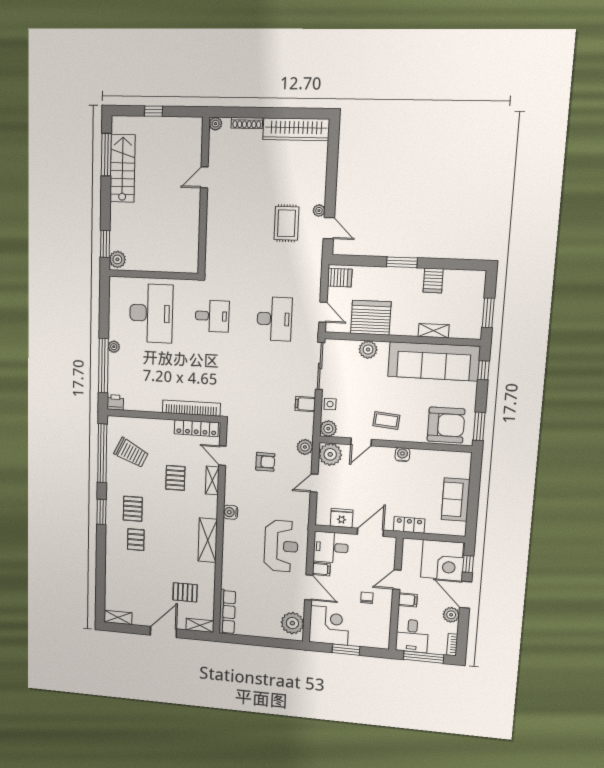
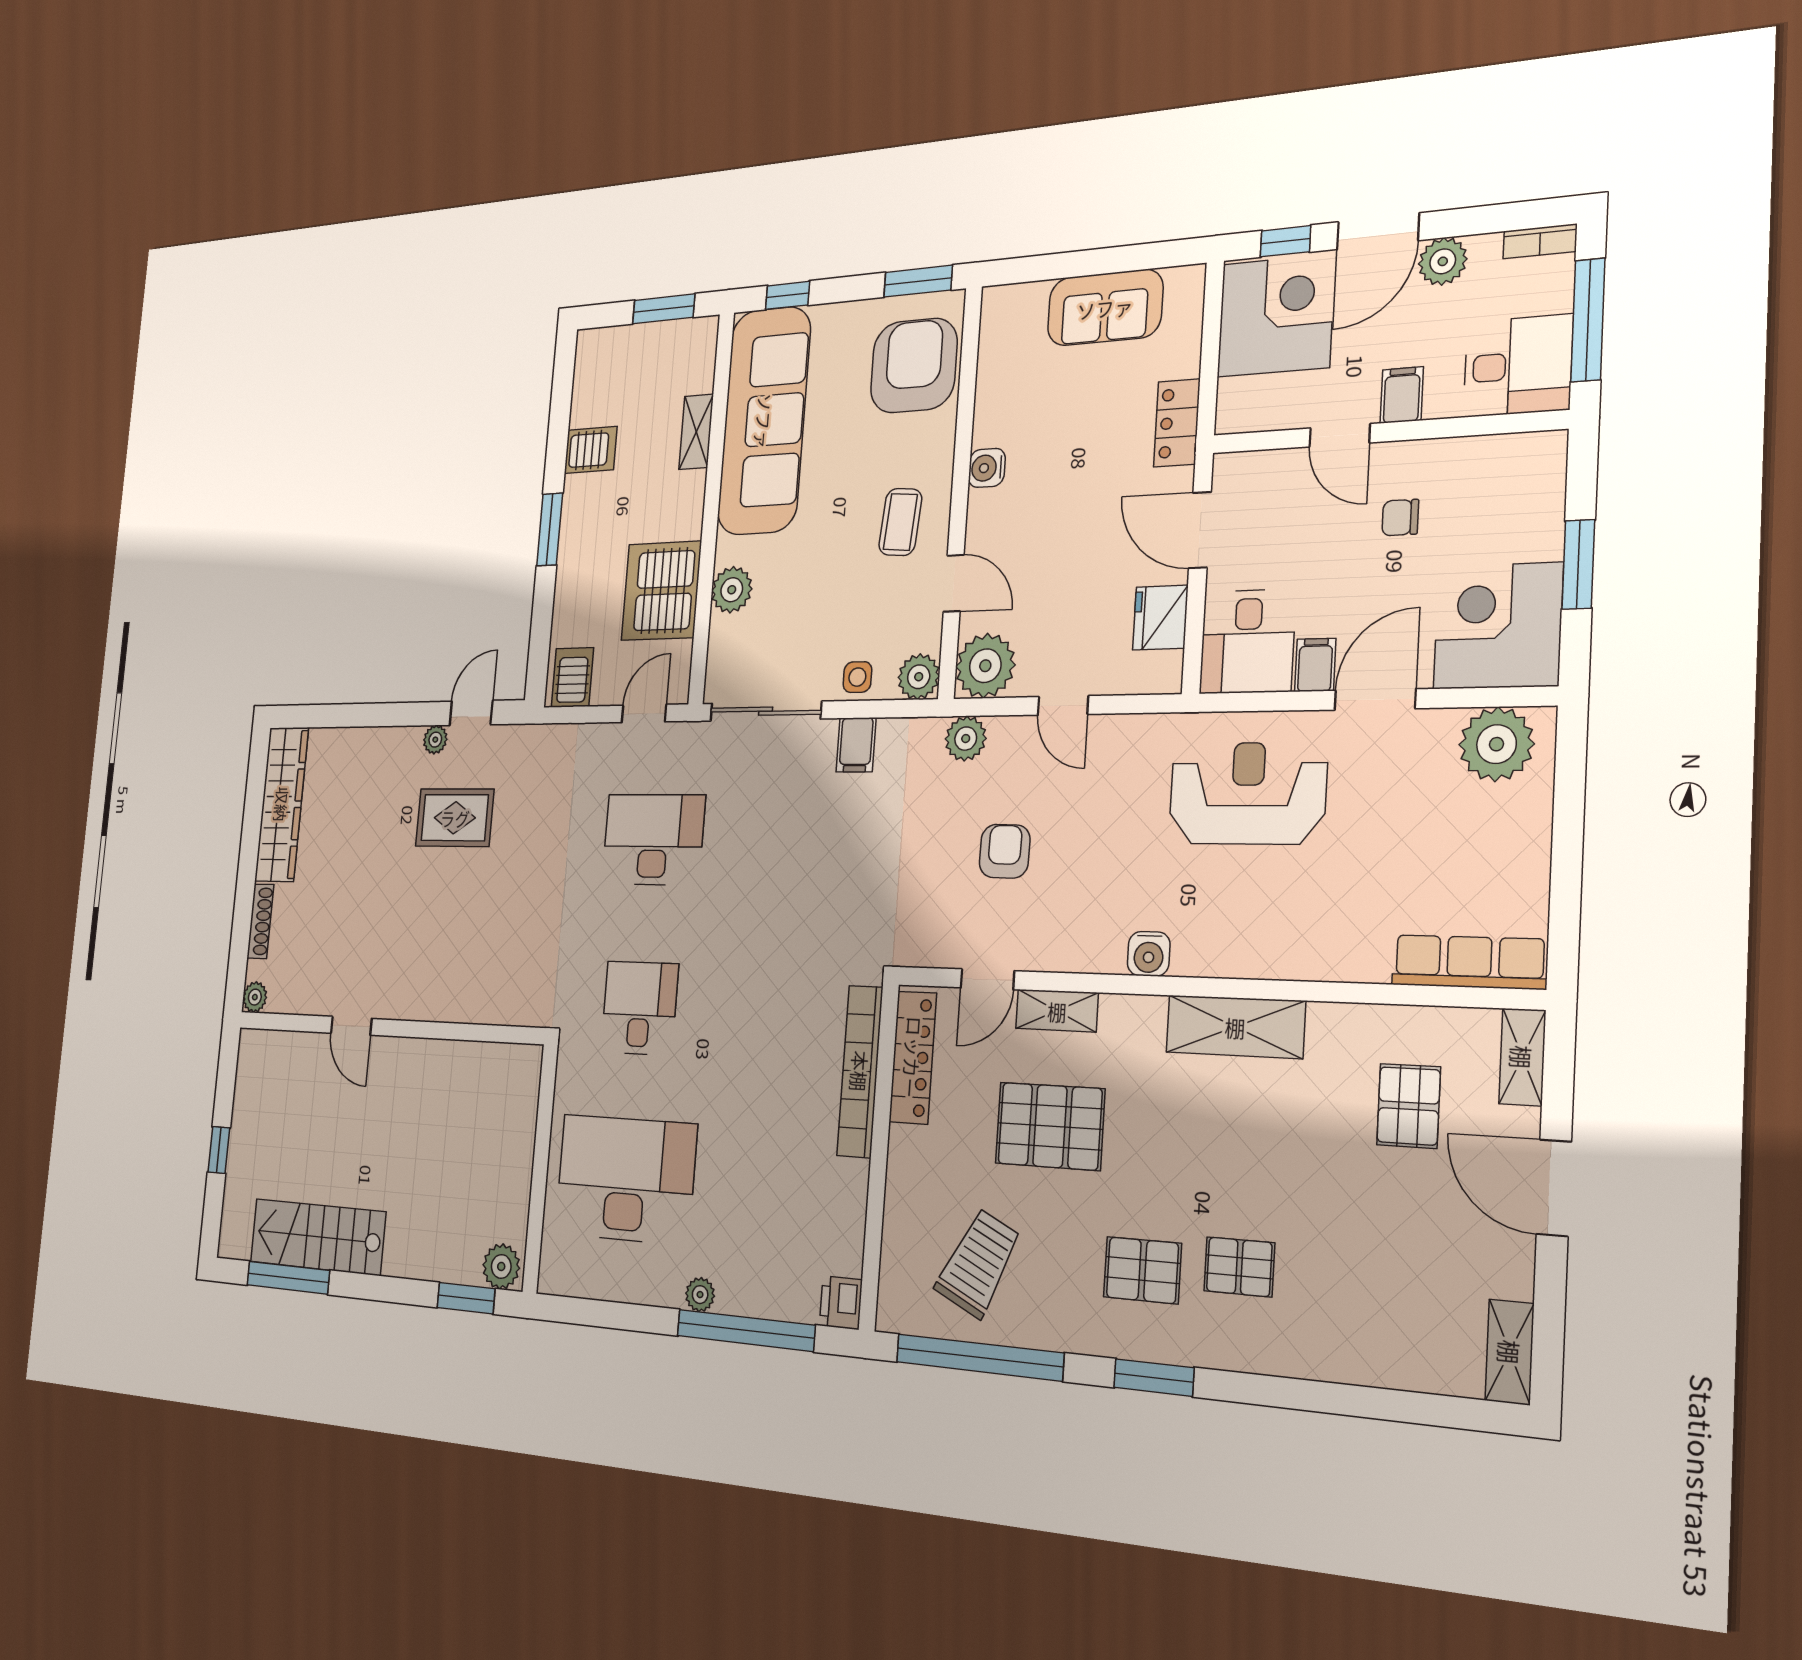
pallet: (175, 478) -> (1050, 1126), width x1.50, depth x1.42

